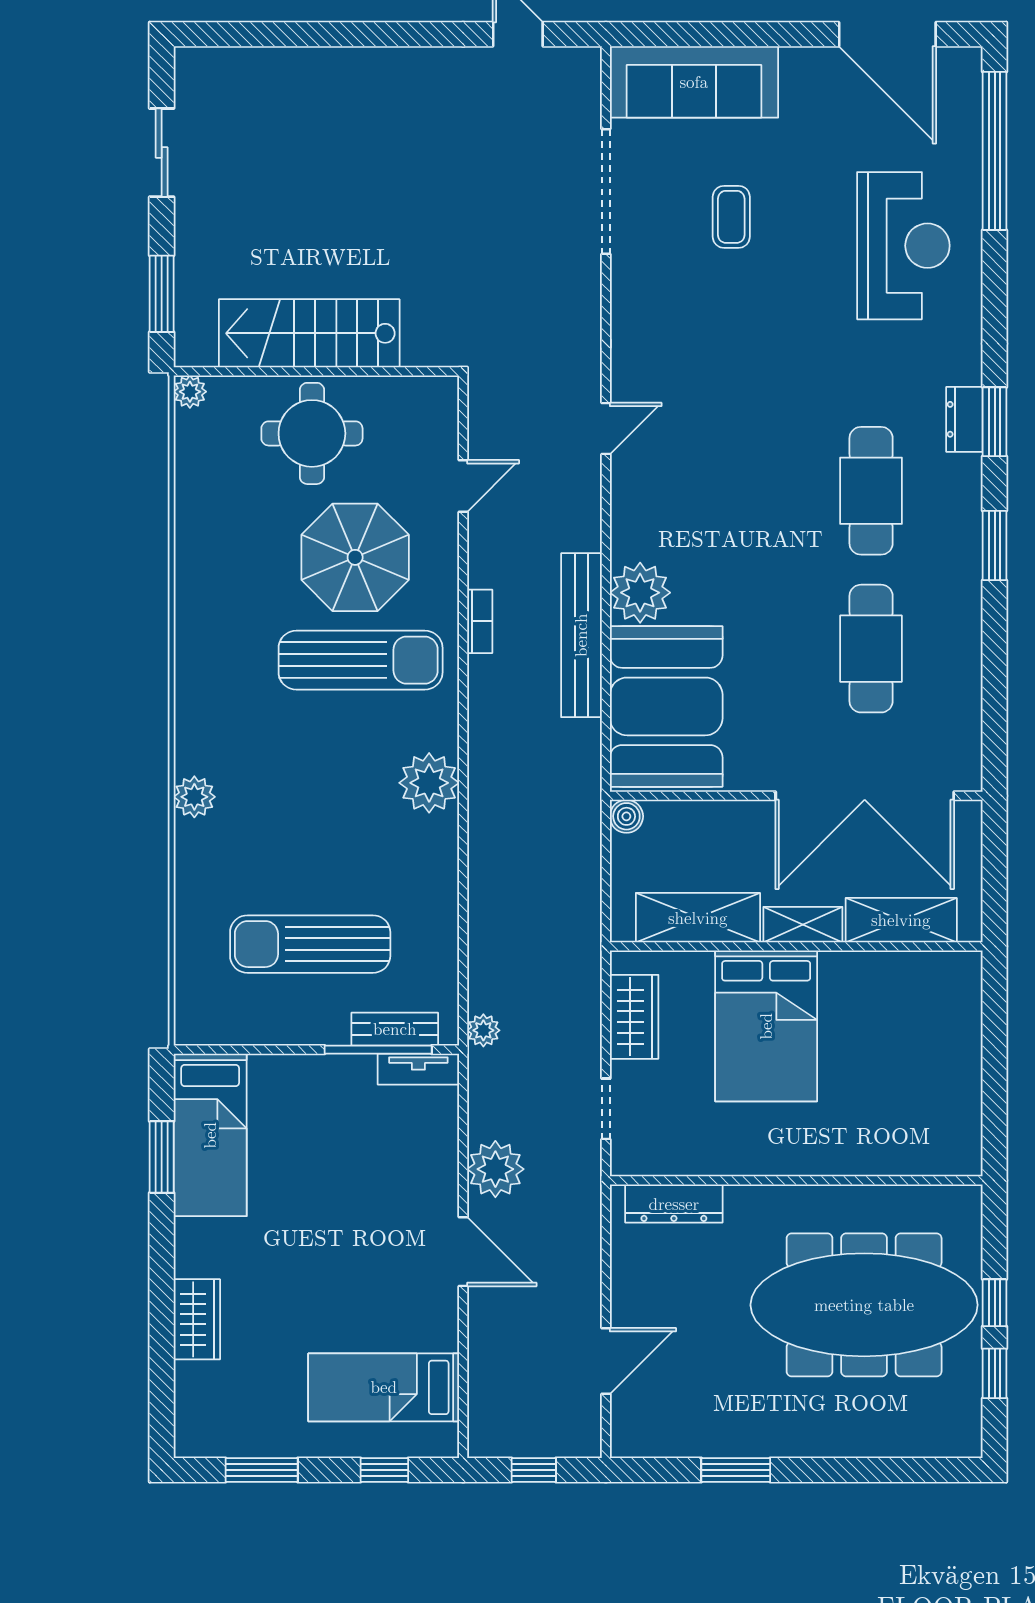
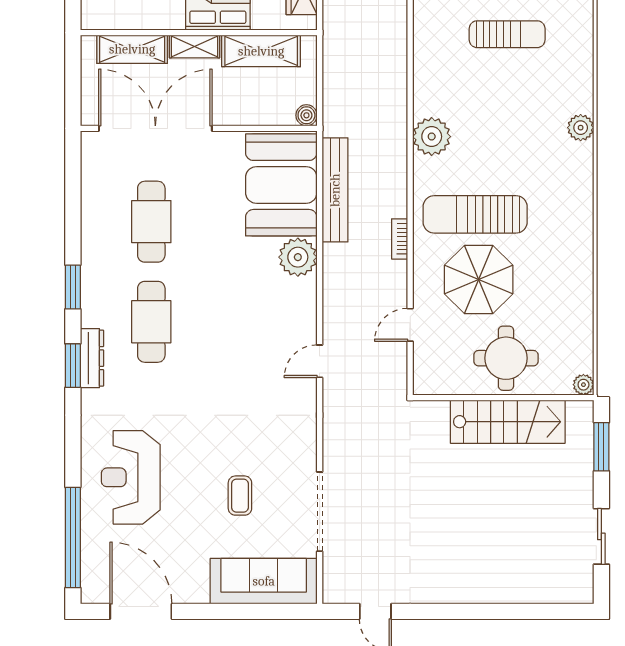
dresser: (964, 419) -> (92, 358), width x1.44
bench: (581, 635) -> (335, 190), moved
sun lounger: (310, 944) -> (507, 34), width x0.73, depth x0.75

